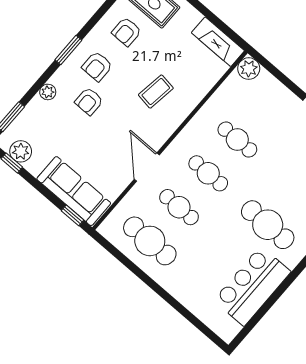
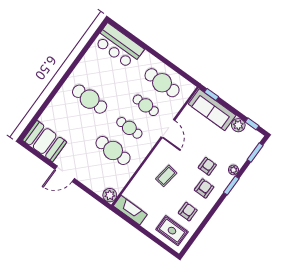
window: (68, 50) -> (231, 186), moved
cafe table: (237, 140) -> (113, 150), width x1.37, depth x1.35
plant: (21, 151) -> (238, 125), moved
bar counter: (252, 286) -> (119, 46), moved, turned 90

